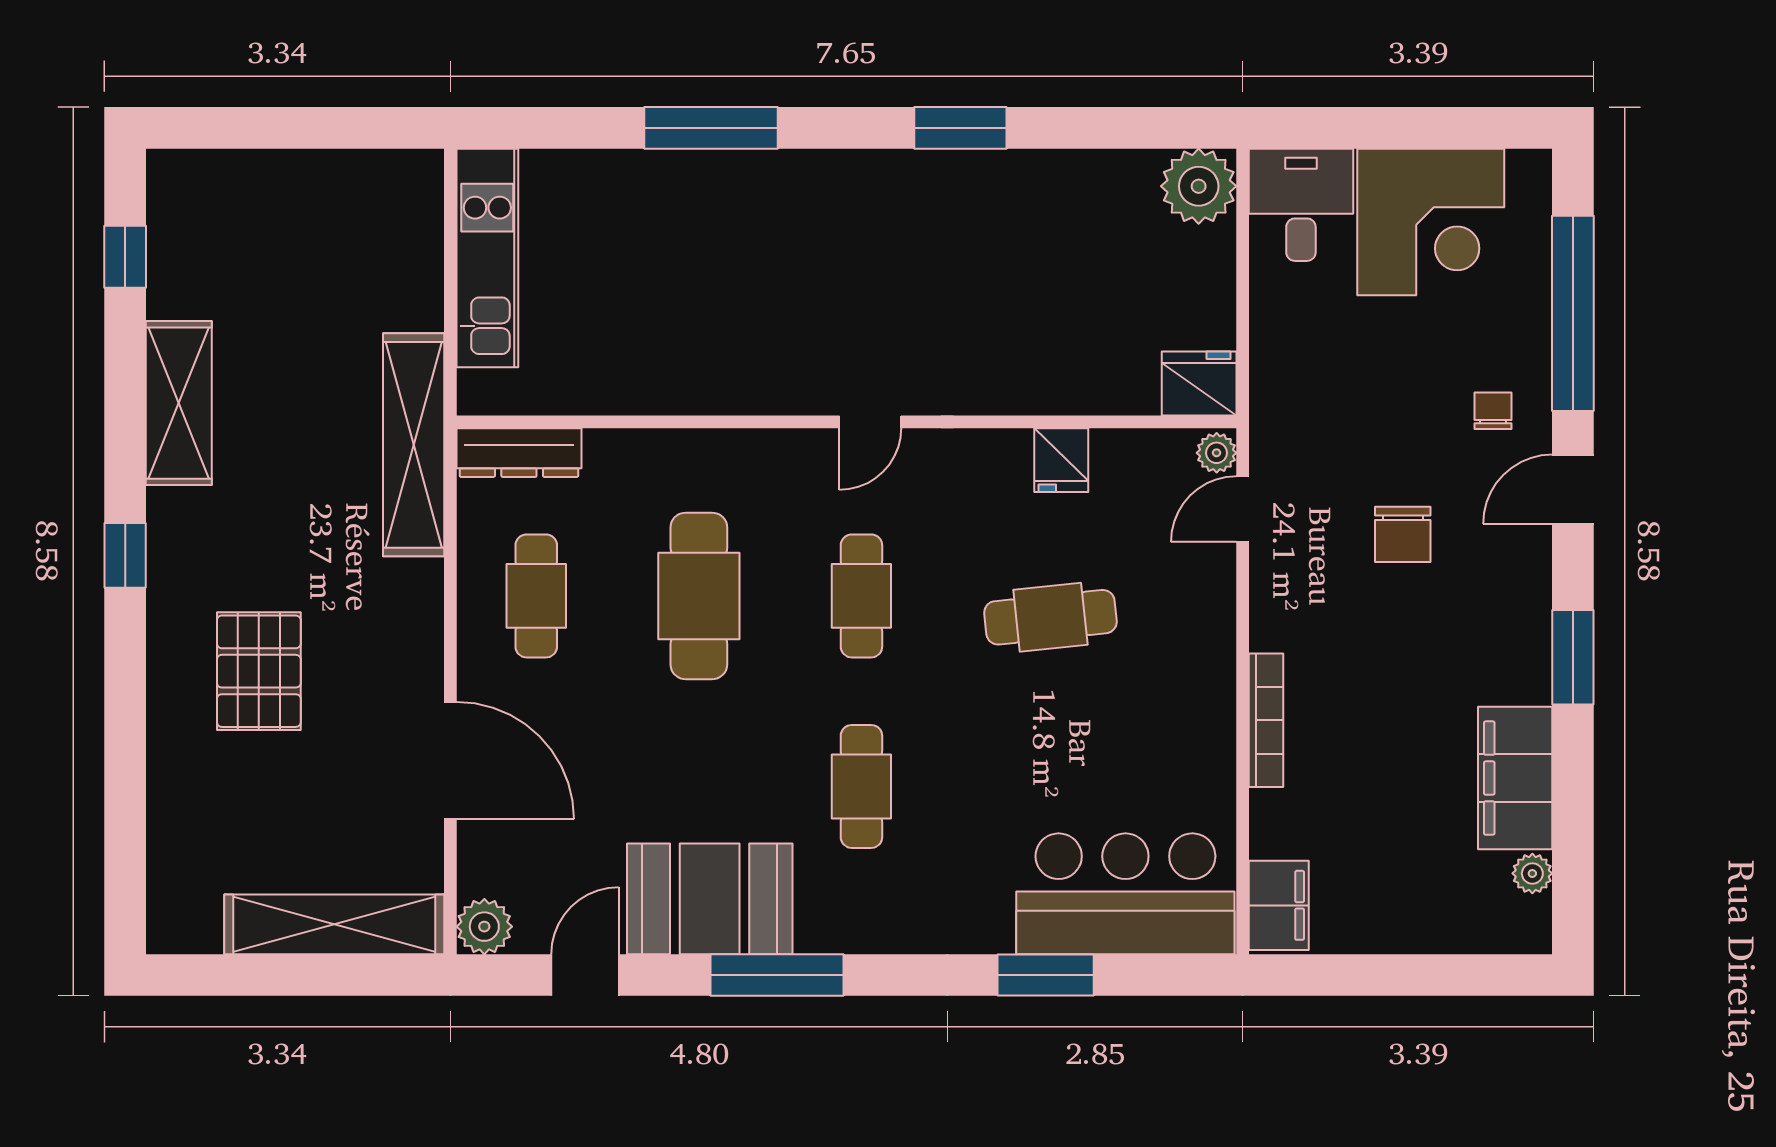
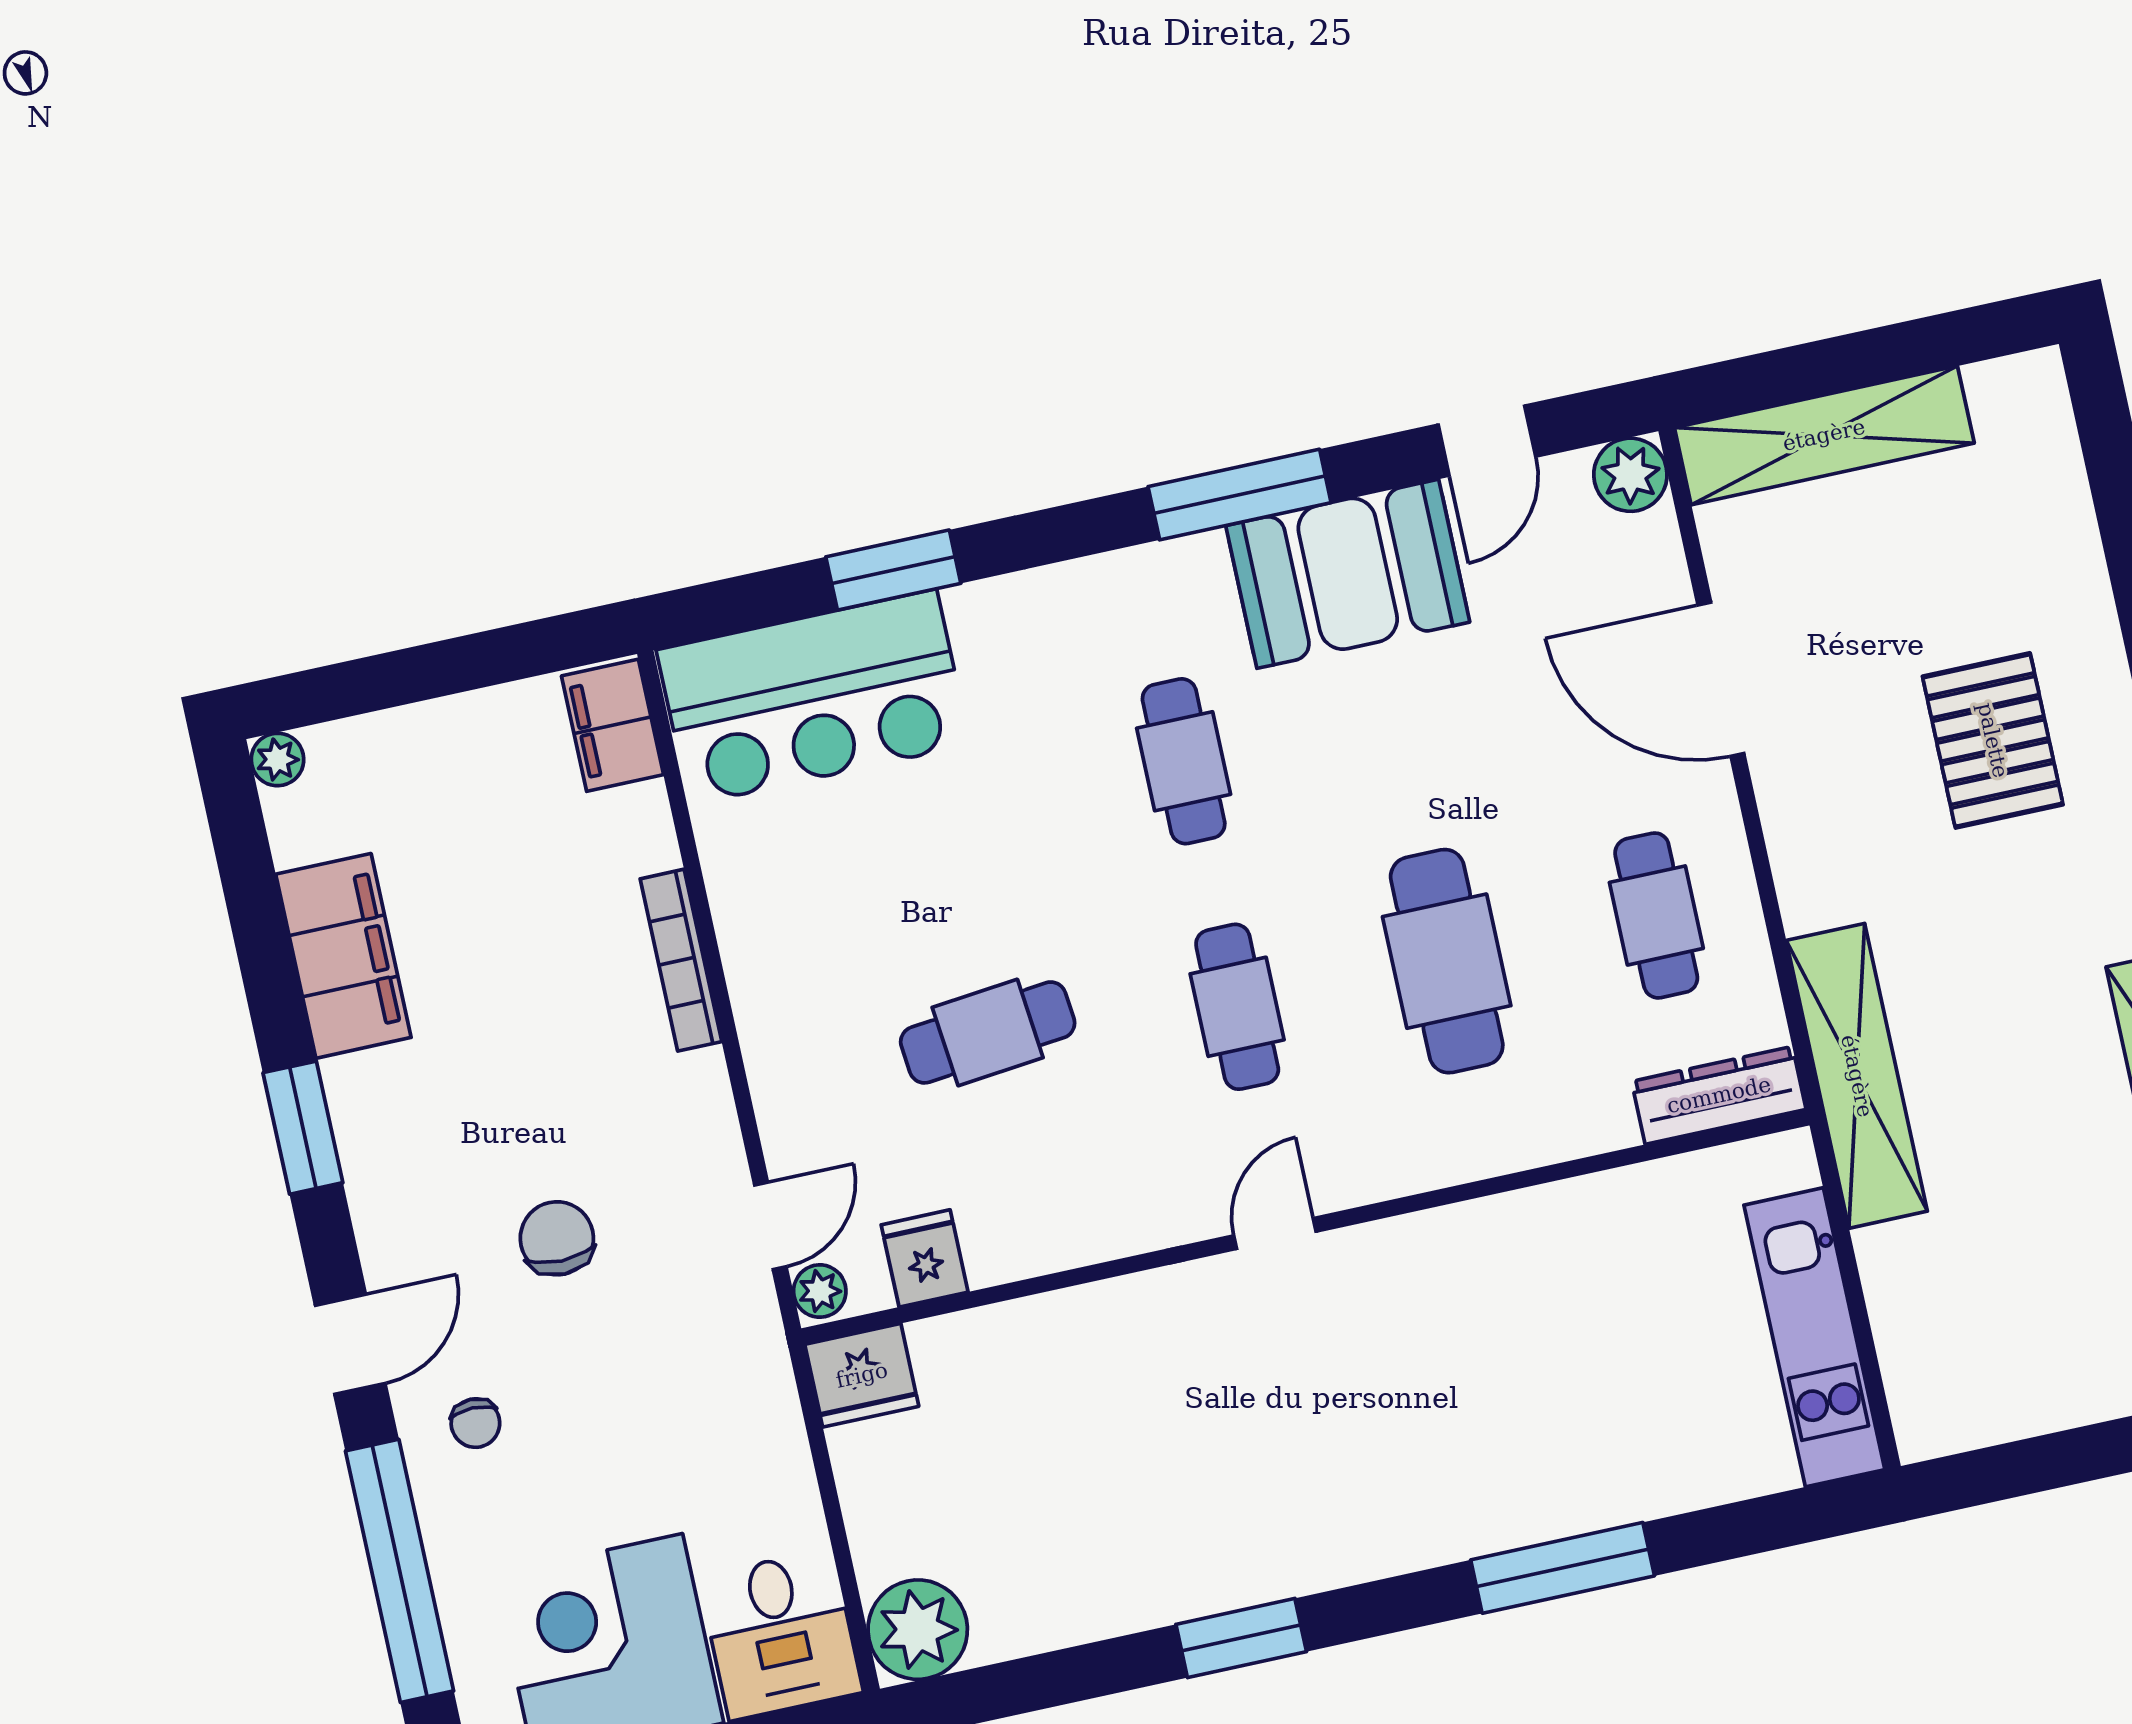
fridge: (1061, 460) -> (925, 1258), moved
plant: (1532, 873) -> (277, 759), moved

